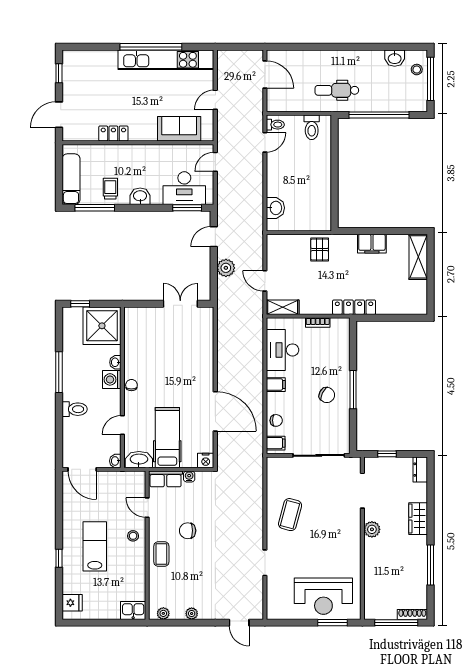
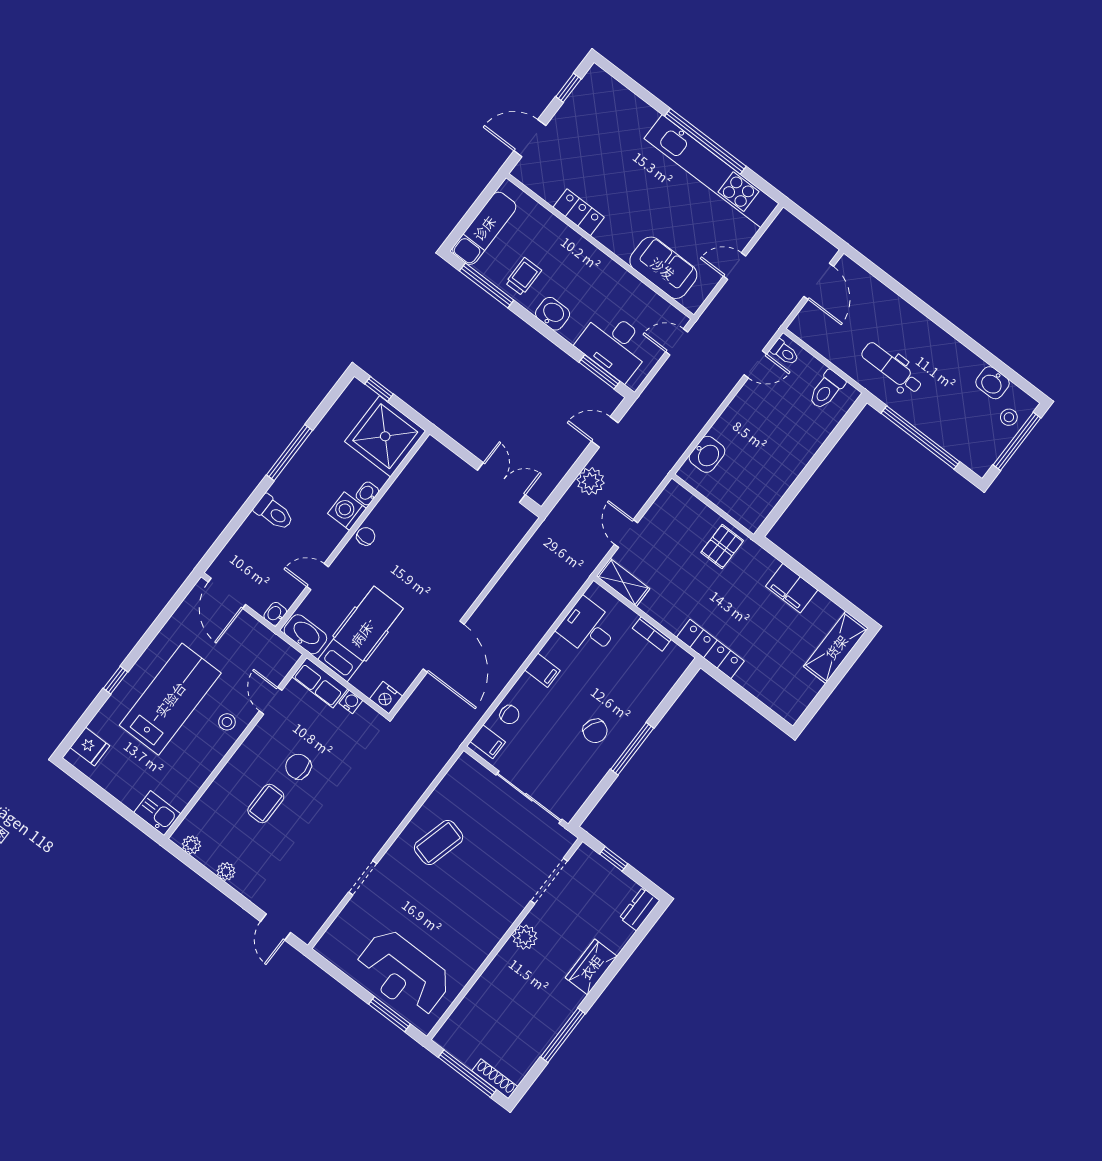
desk: (283, 350) -> (588, 628), width x0.73
lab bench: (95, 546) -> (170, 699), width x1.36, depth x1.39
coffee table: (161, 554) -> (266, 804), moved

